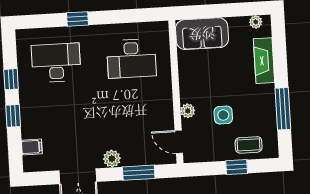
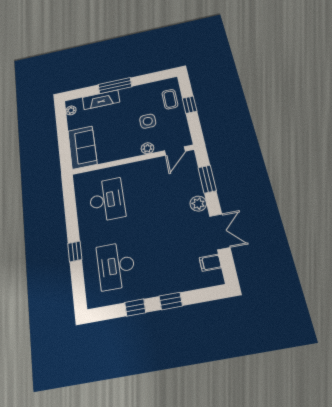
window: (283, 109) -> (115, 86), moved
filing cabinet: (32, 147) -> (210, 263), moved, turned -90

